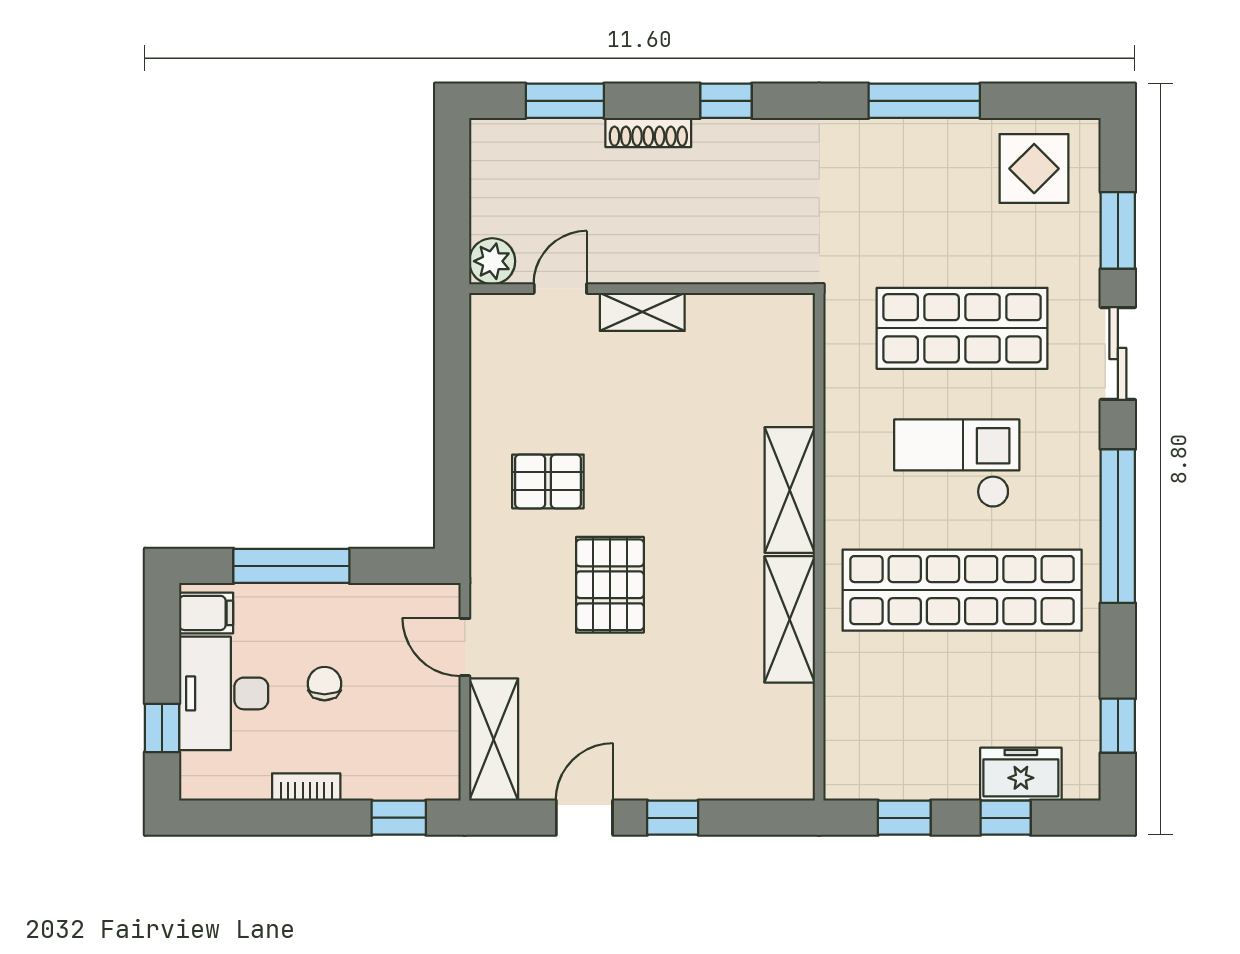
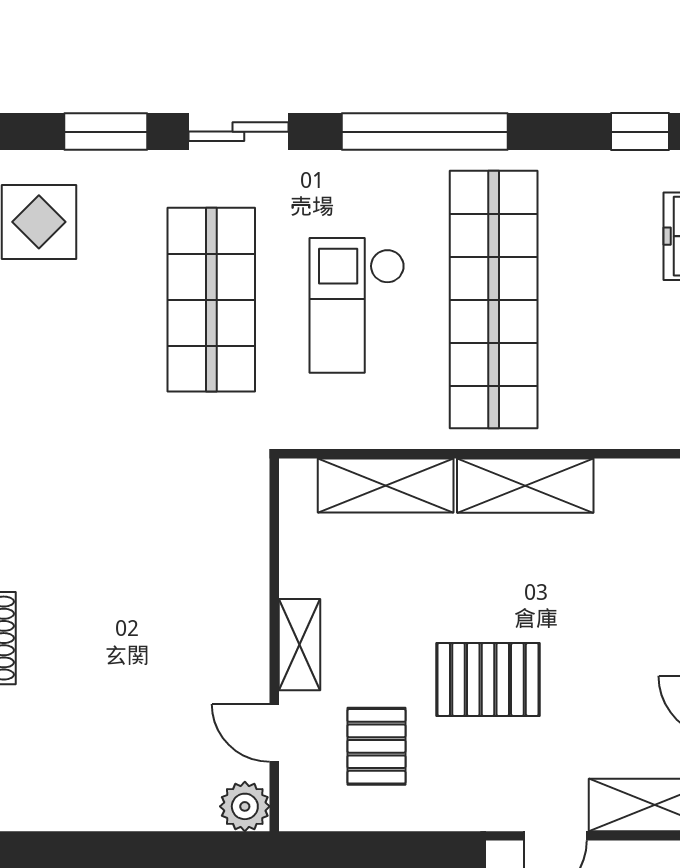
plant: (492, 261) -> (245, 806), moved
door: (560, 289) -> (274, 733), moved
wall: (642, 289) -> (274, 645), moved
shelving: (642, 312) -> (299, 645), moved

